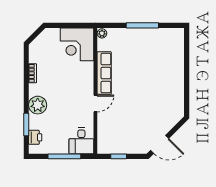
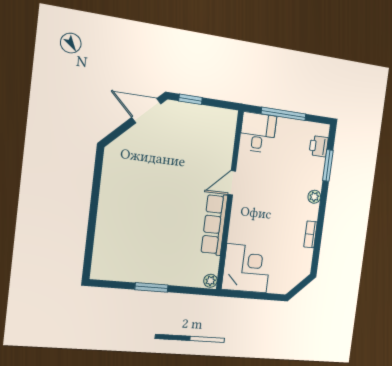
window: (142, 25) -> (151, 287), width x0.69
plant: (38, 105) -> (314, 197), width x0.53, depth x0.53
window: (119, 156) -> (190, 99), moved

